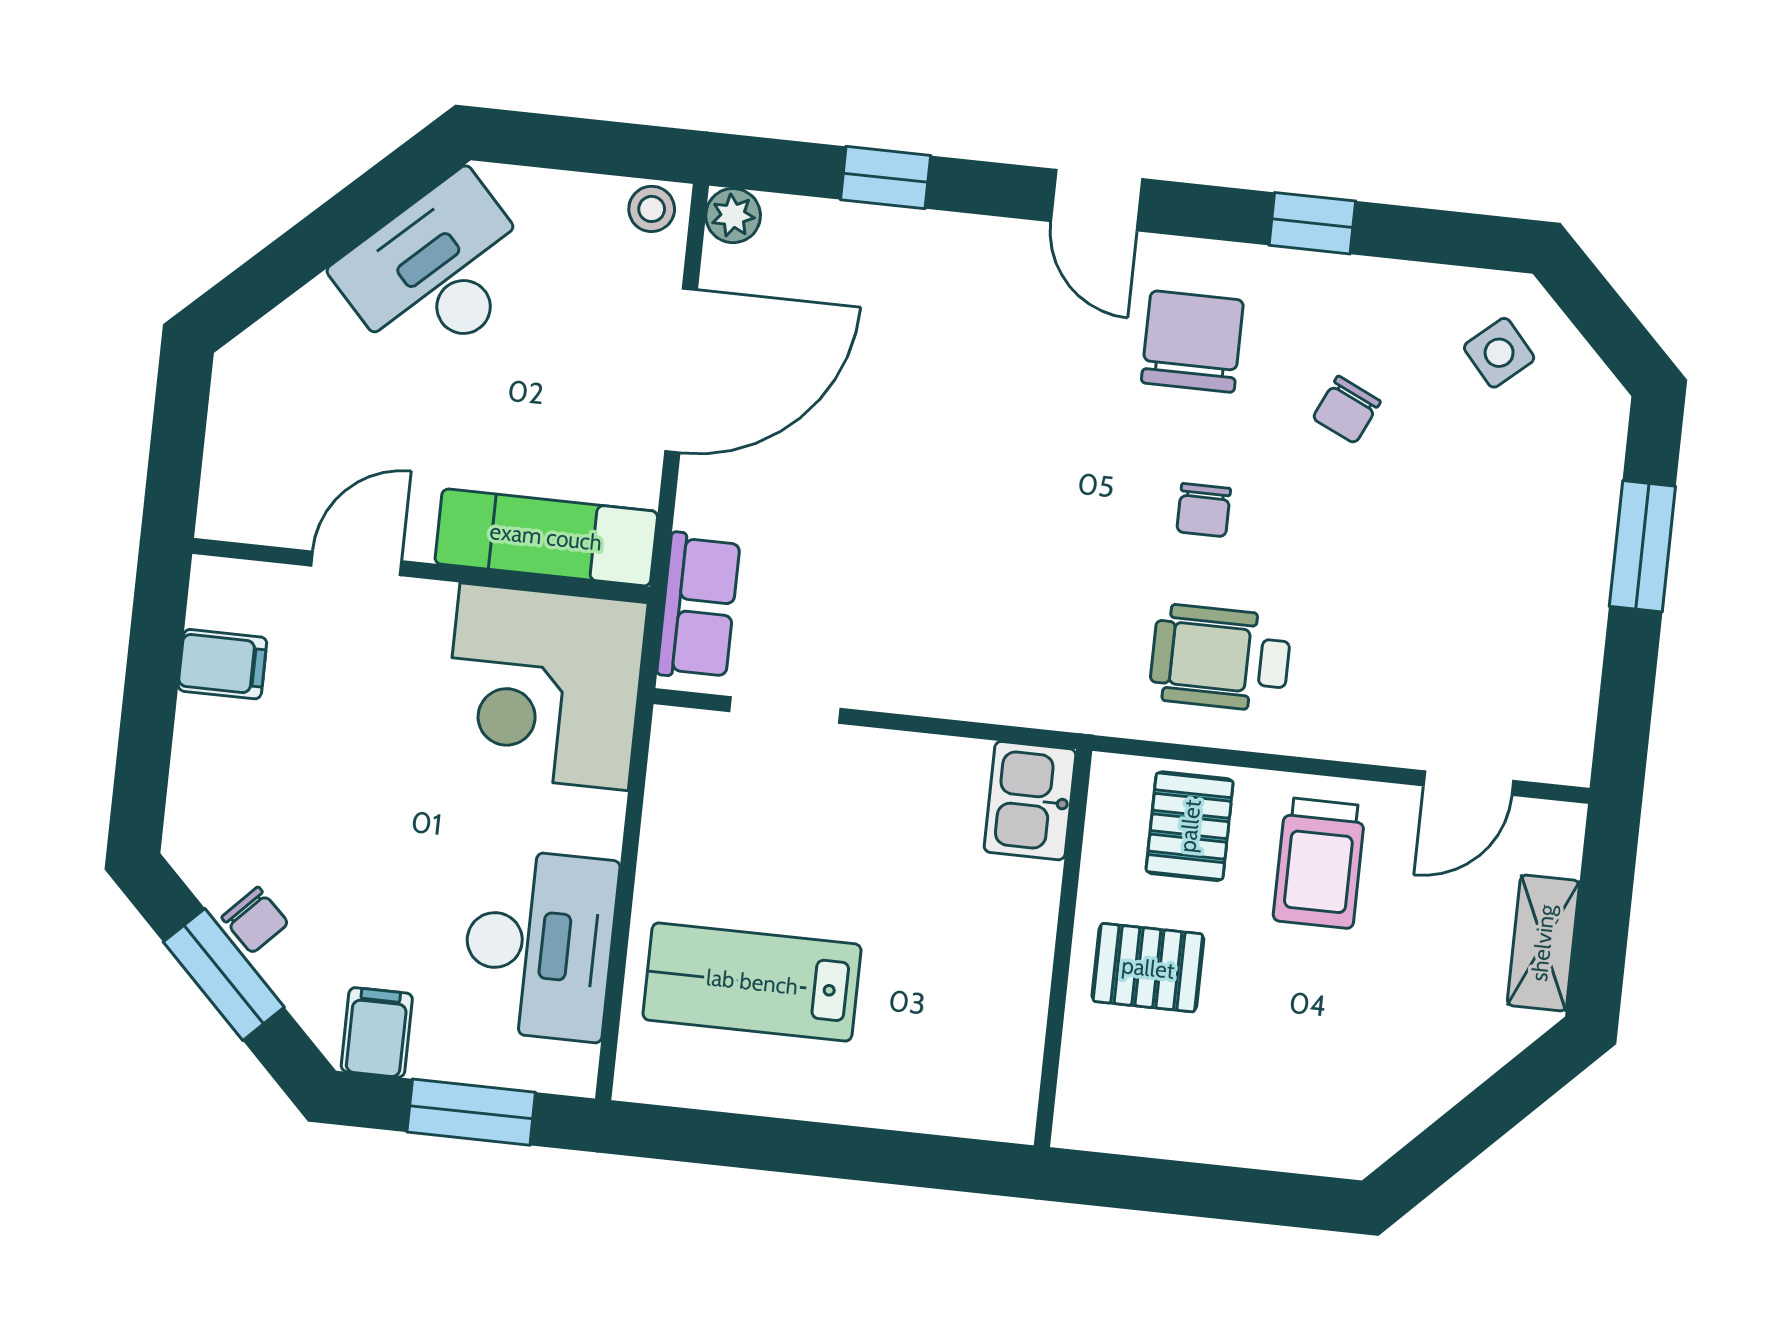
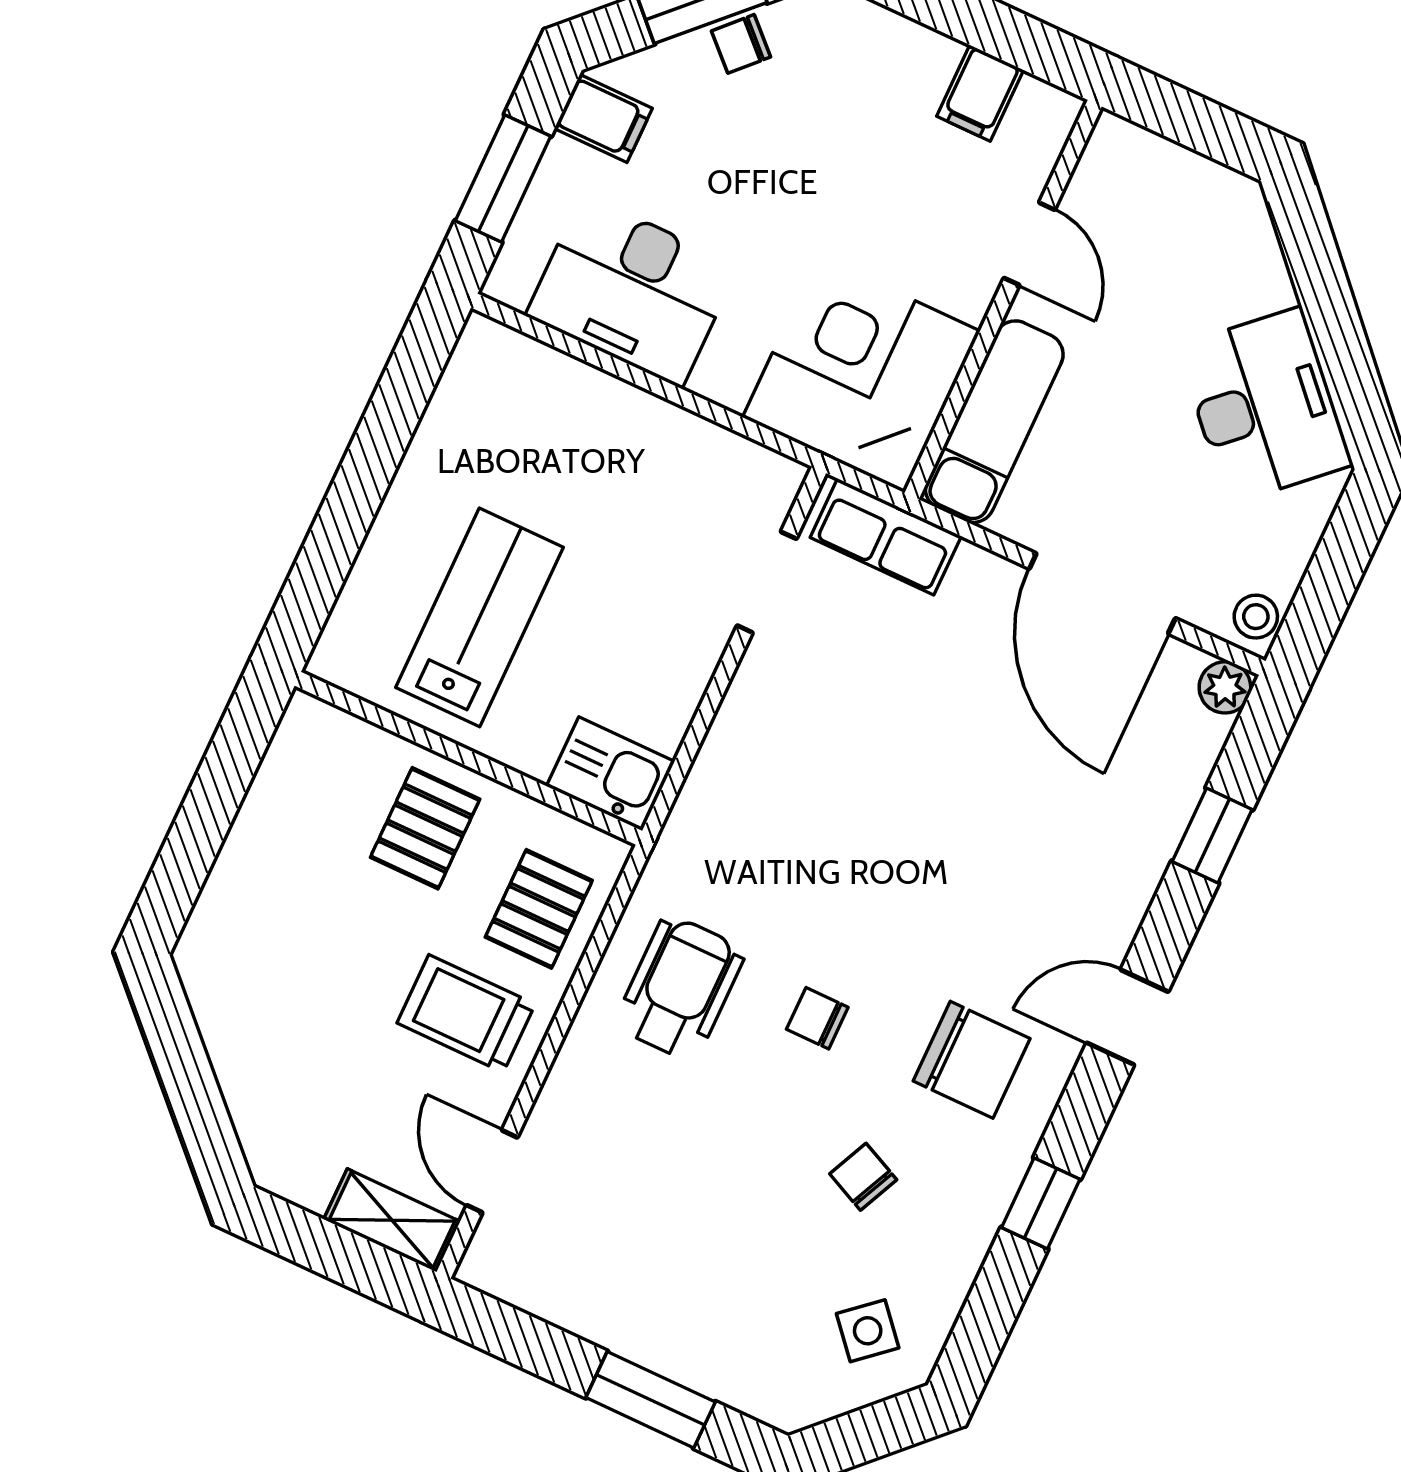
pallet: (1190, 826) -> (539, 909), turned 90
shelving: (1543, 943) -> (392, 1220), moved
lab bench: (752, 982) -> (479, 617), moved

